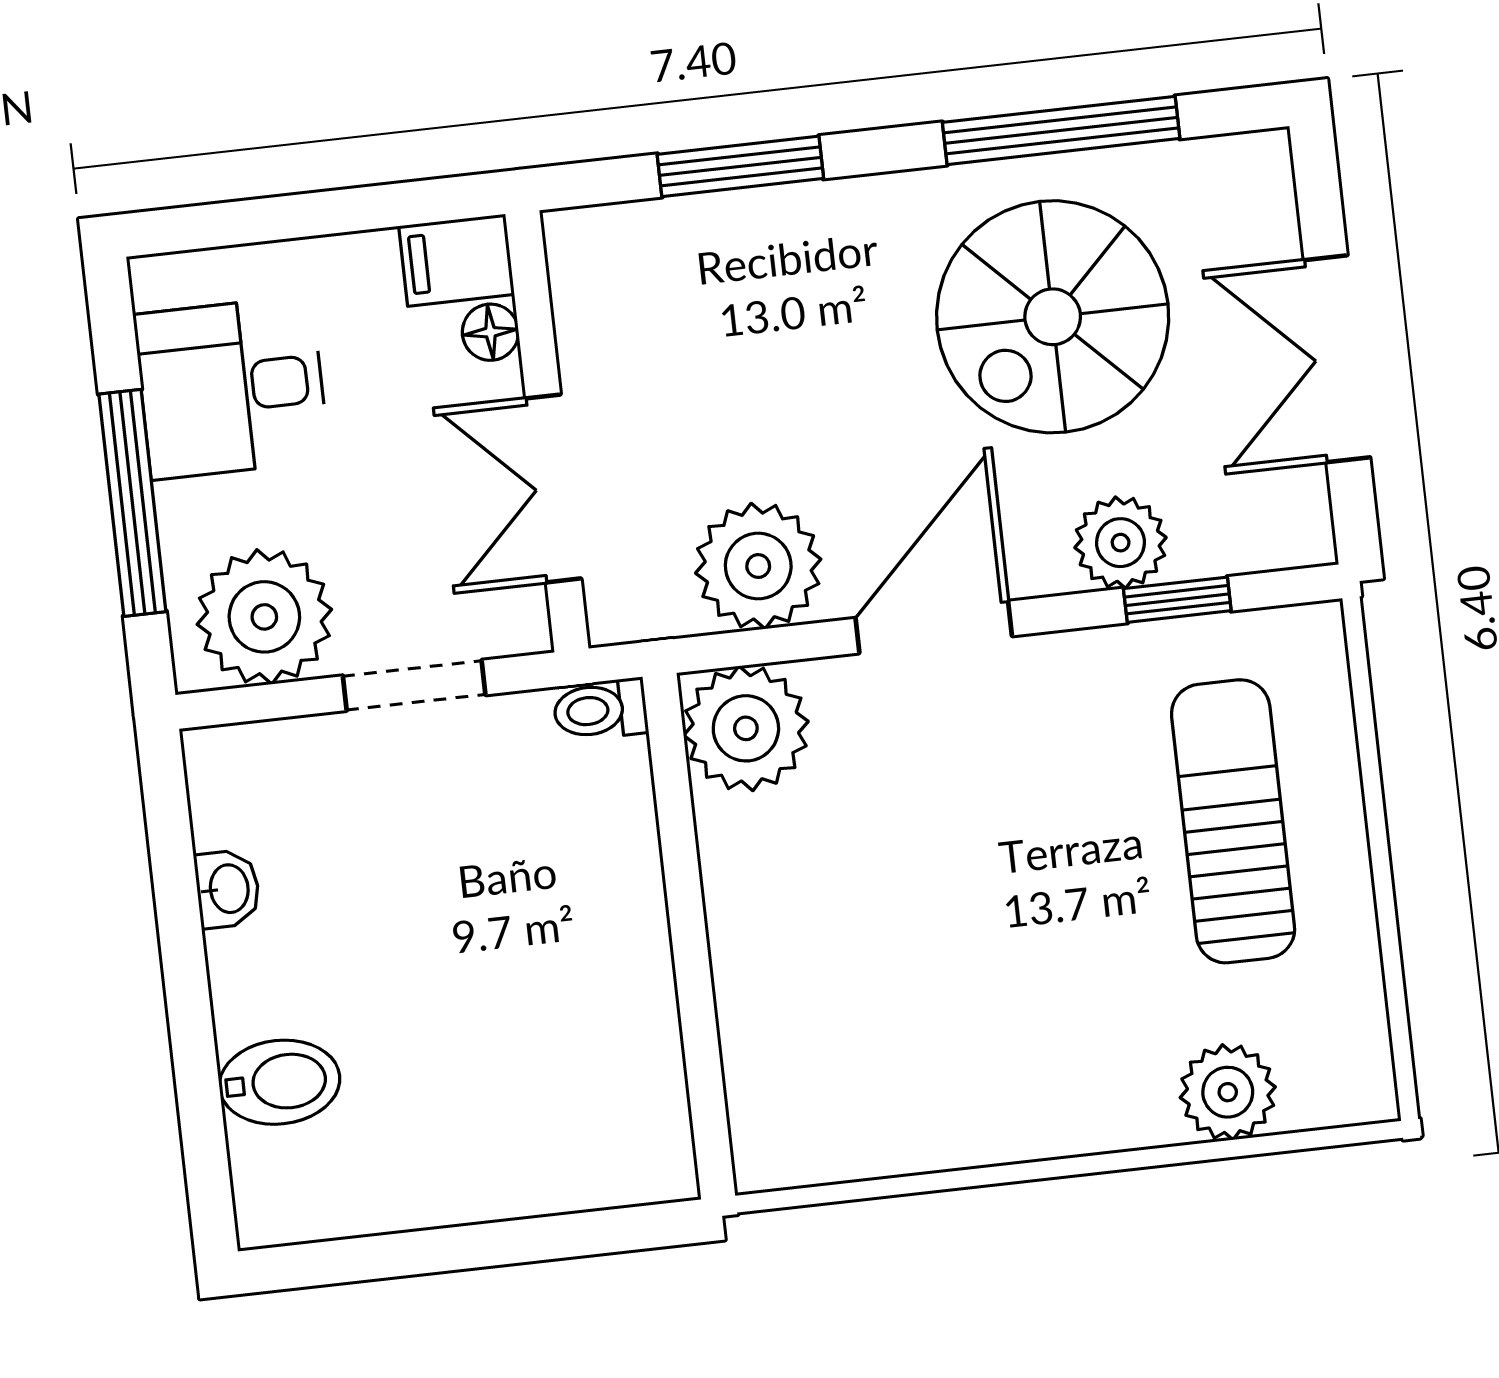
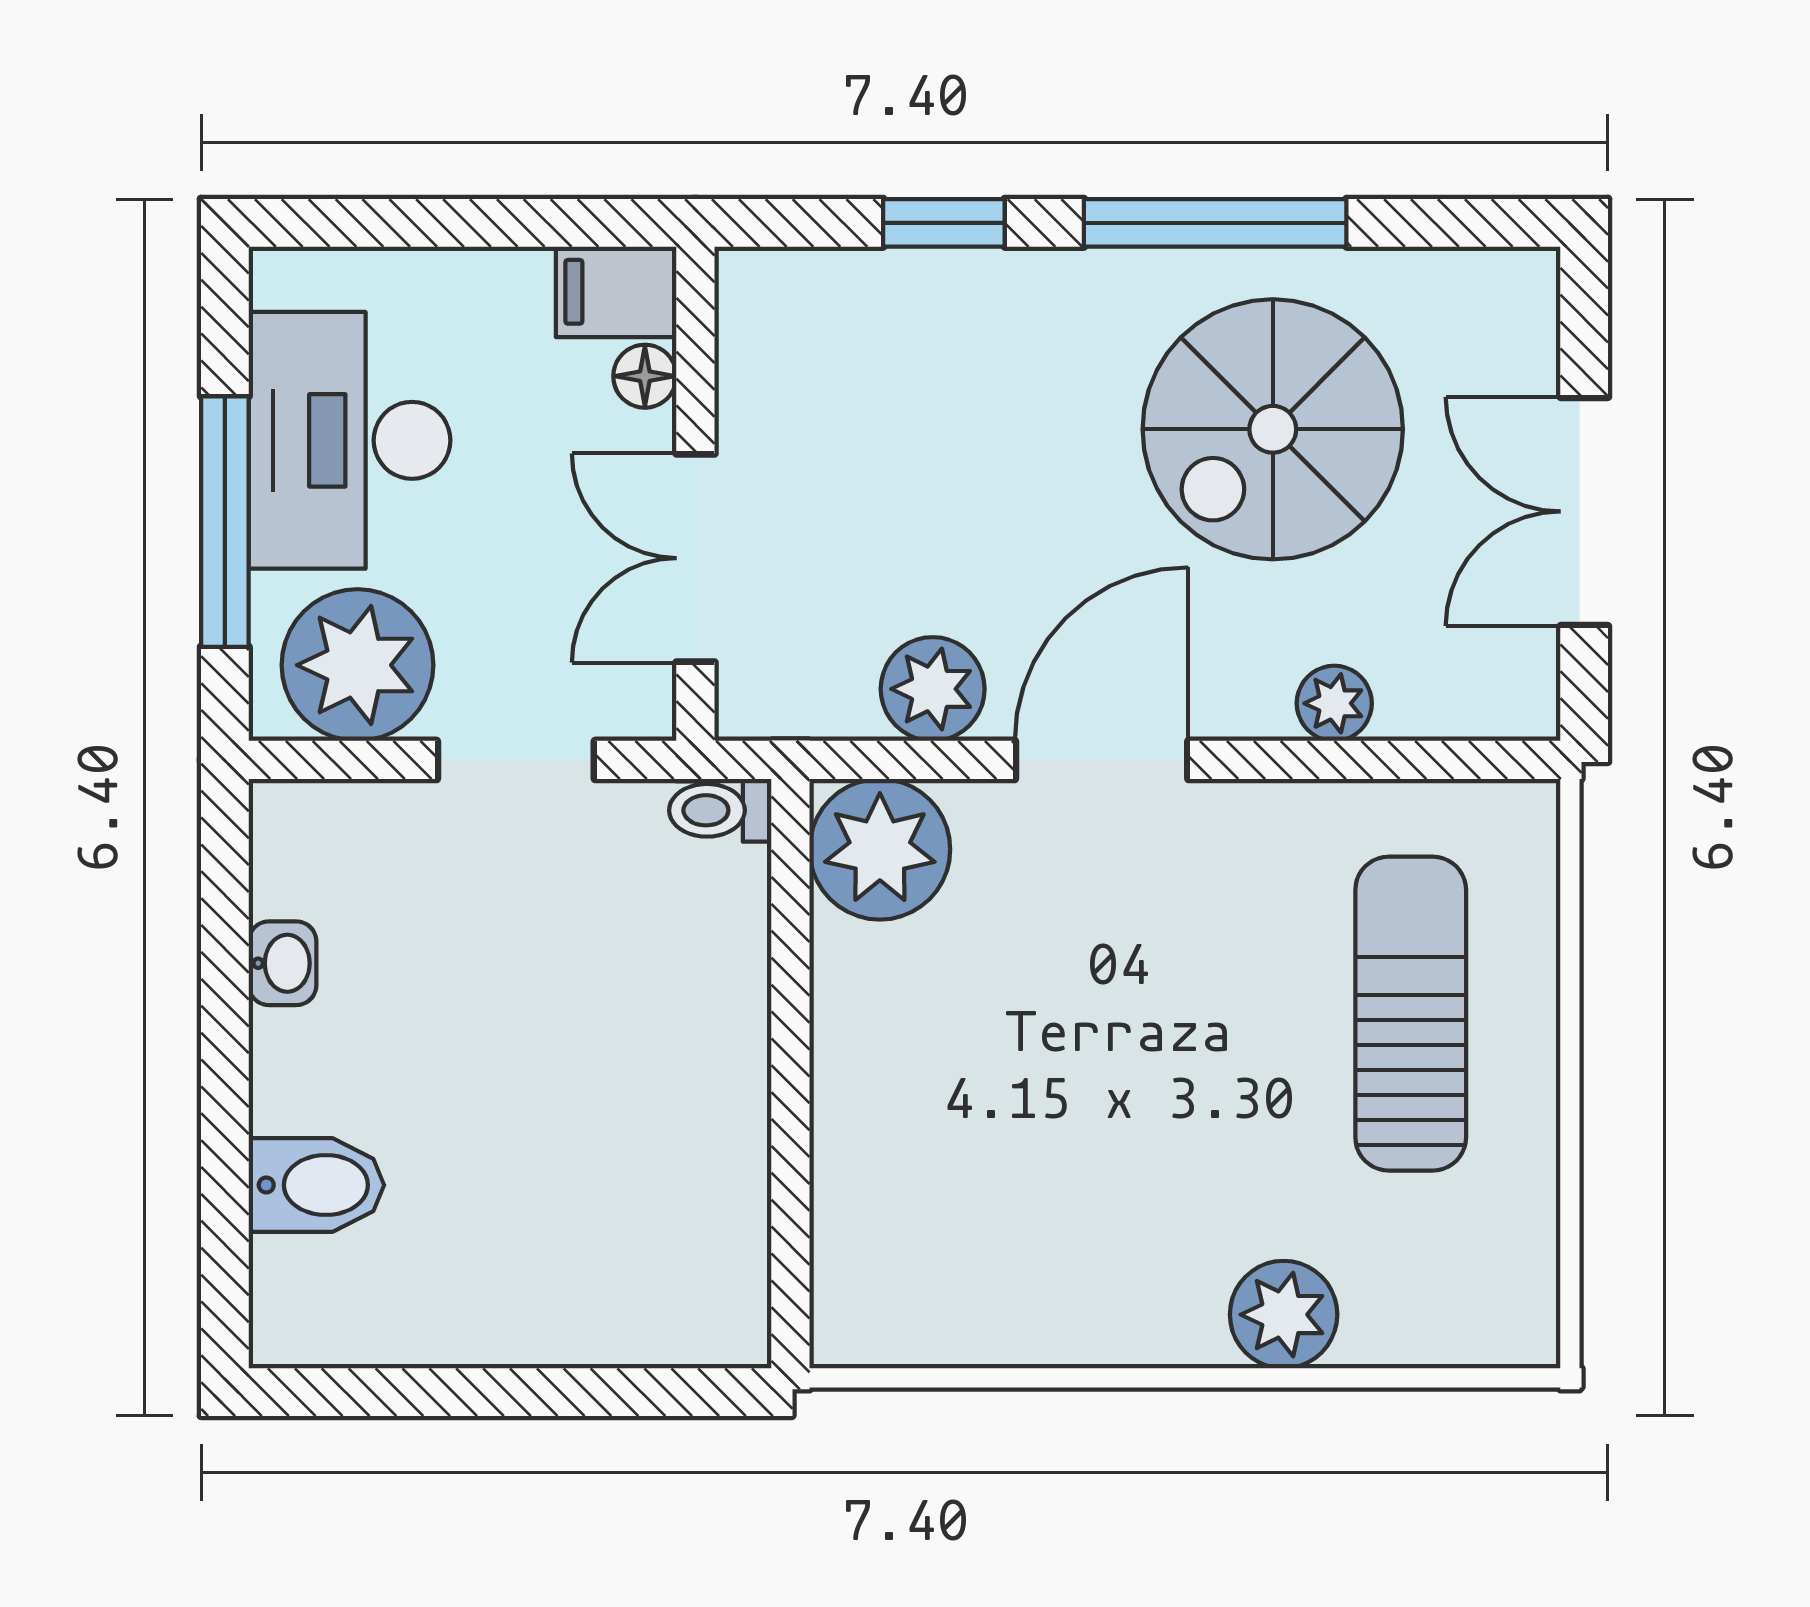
window: (1061, 130) -> (1215, 223), moved
window: (740, 166) -> (944, 223), width x0.67
desk: (231, 388) -> (349, 440), width x1.37
plant: (1121, 543) -> (1334, 703), width x0.73, depth x0.73
plant: (758, 566) -> (933, 689), width x0.73, depth x0.73
window: (1177, 600) -> (1376, 760), removed
plant: (1228, 1092) -> (1284, 1315), moved

